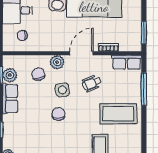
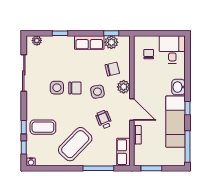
coffee table: (118, 114) -> (75, 144), turned 44
side table: (58, 133) -> (57, 88), added

